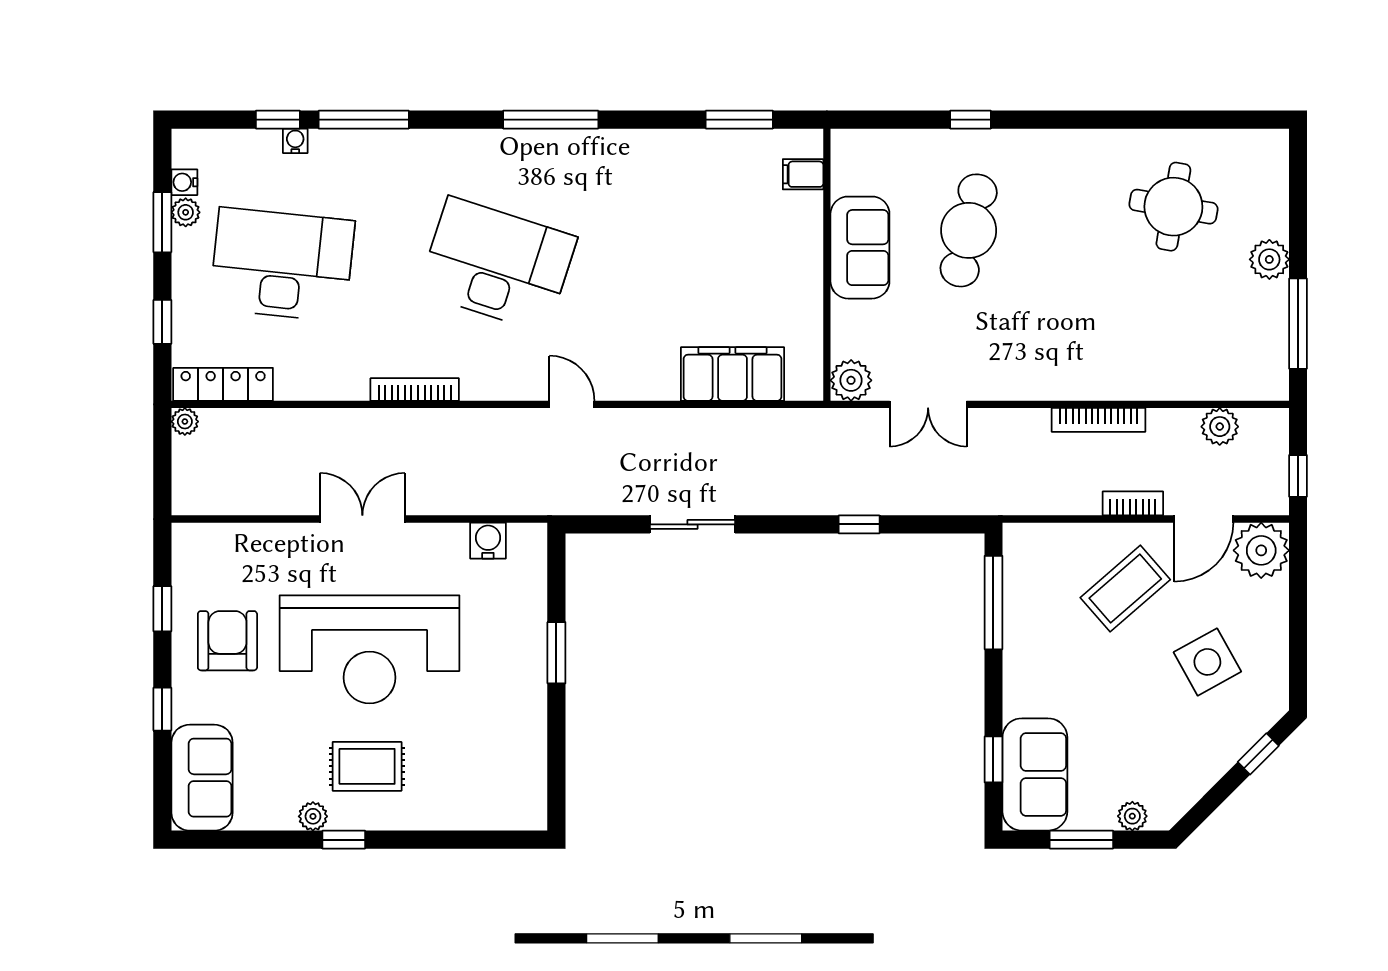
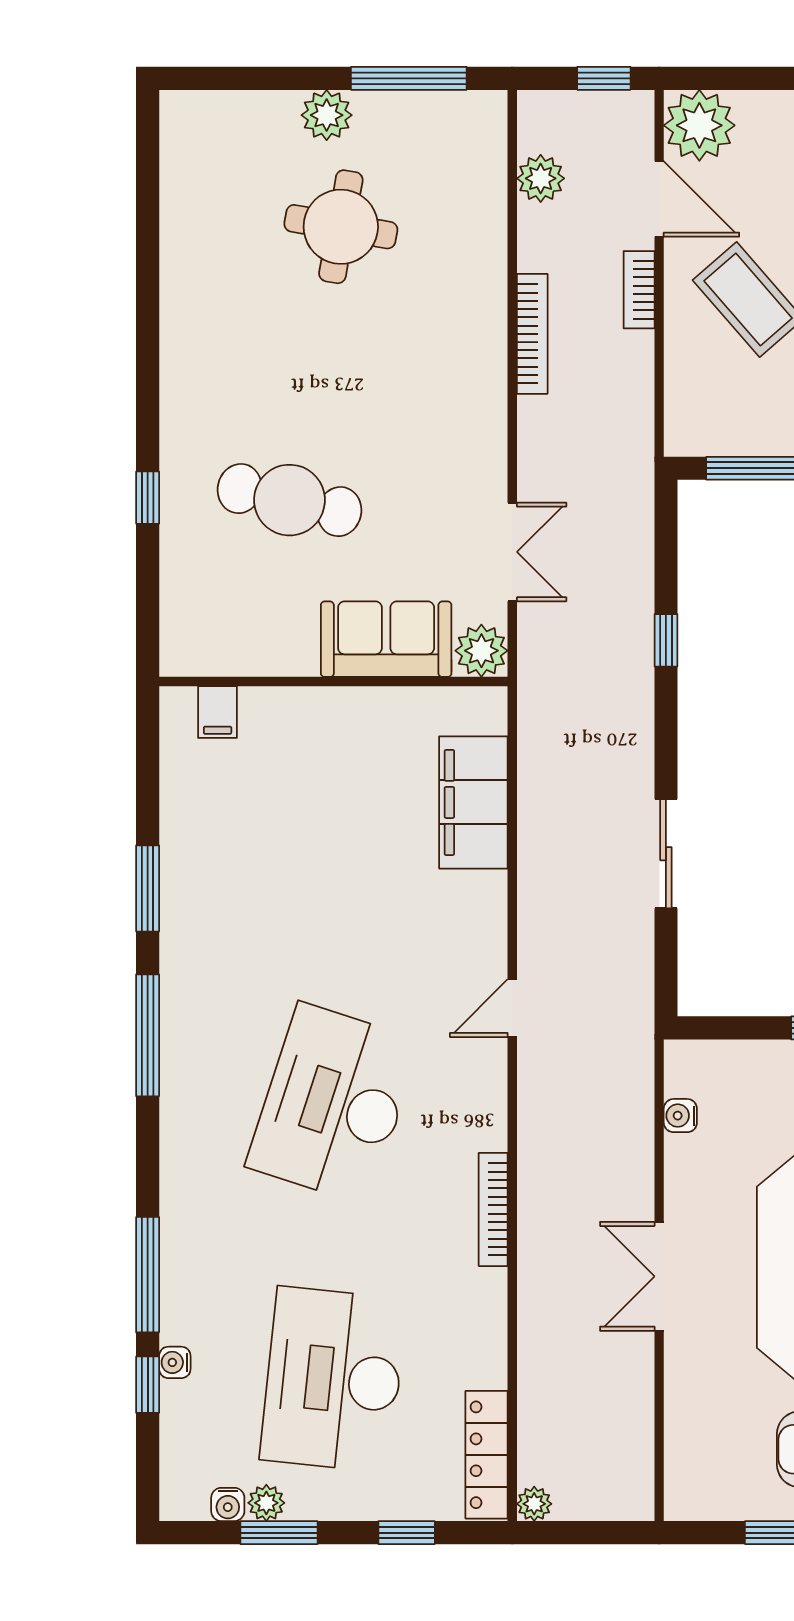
window: (739, 120) -> (148, 888), moved
round table: (1173, 207) -> (341, 227), moved
sofa: (860, 248) -> (386, 639), moved
water cooler: (488, 541) -> (680, 1116), width x0.72, depth x0.72

